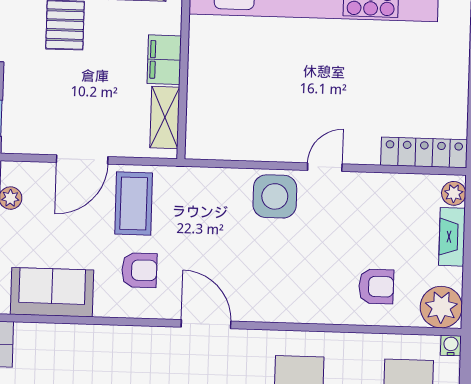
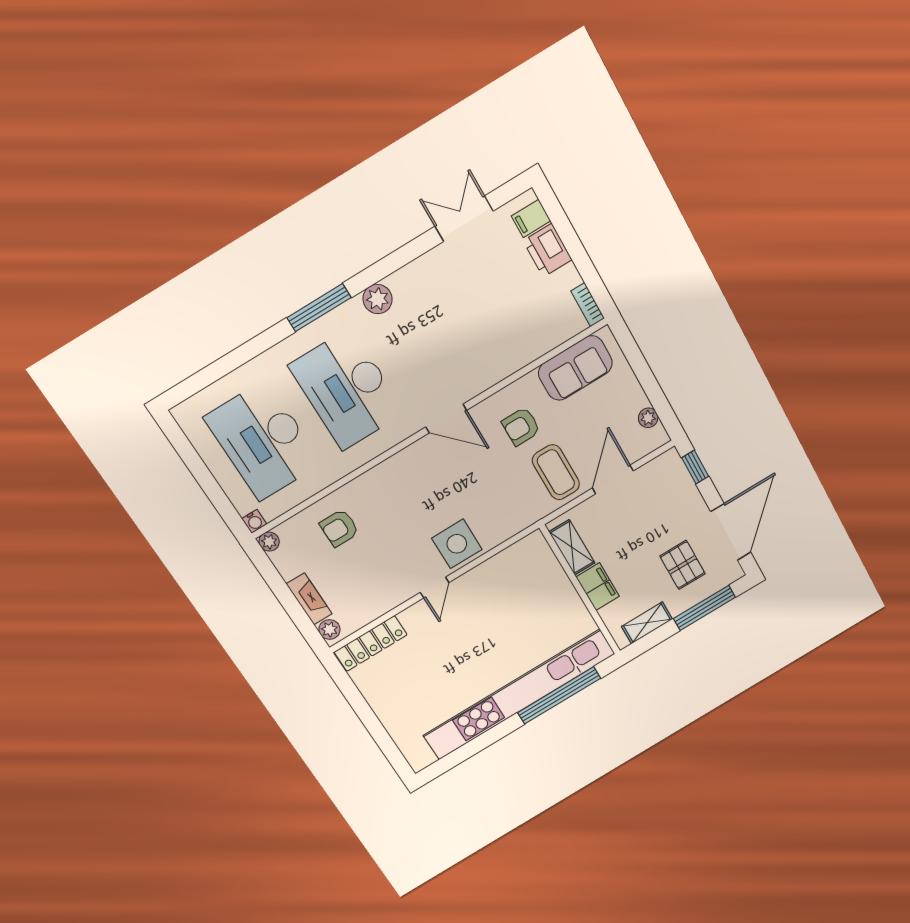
plant: (441, 307) -> (269, 542), width x0.53, depth x0.53

